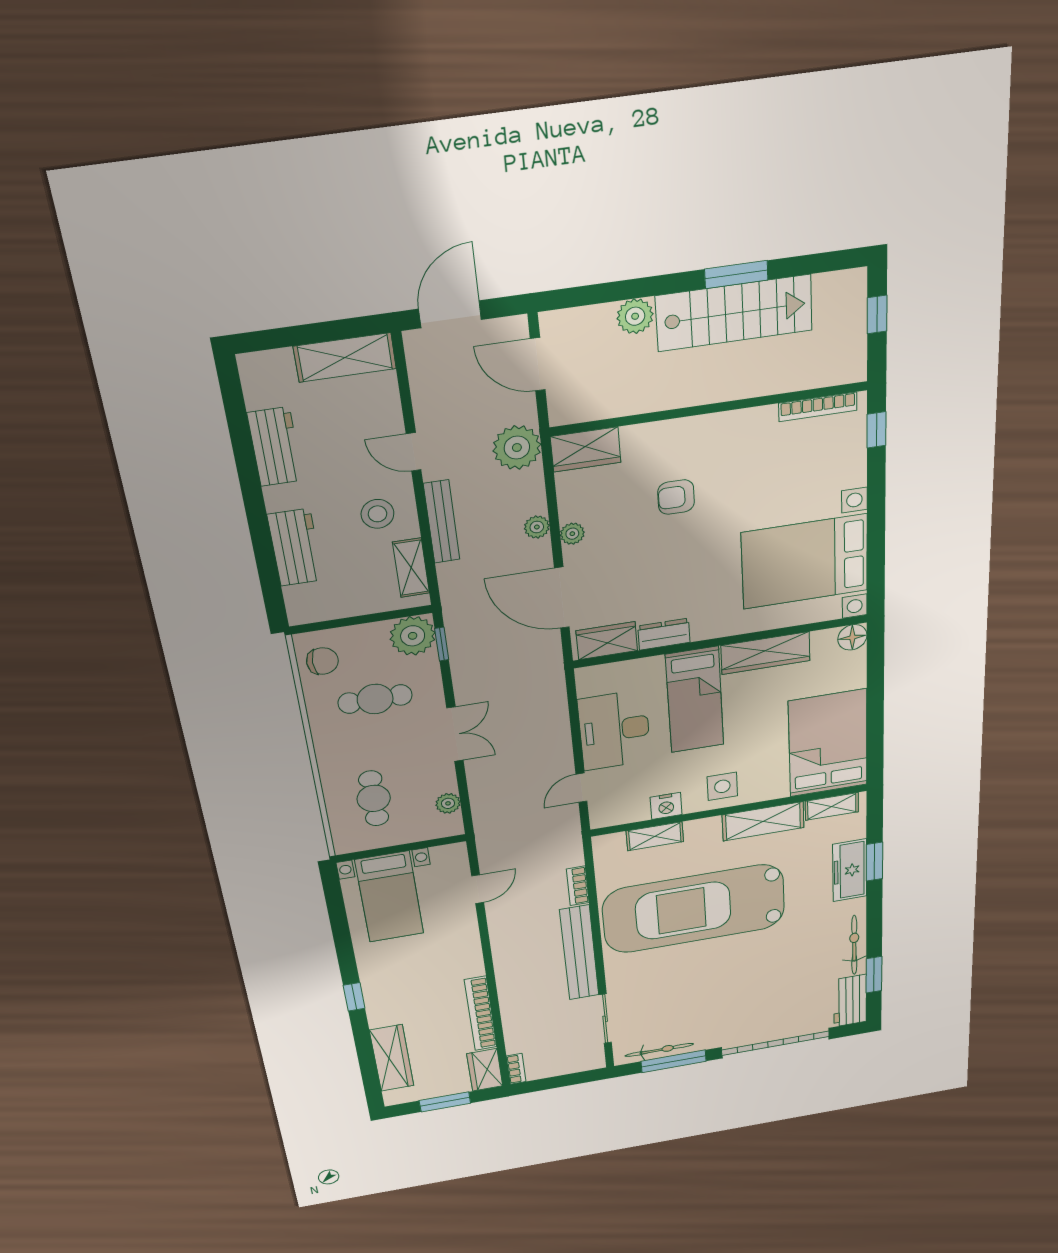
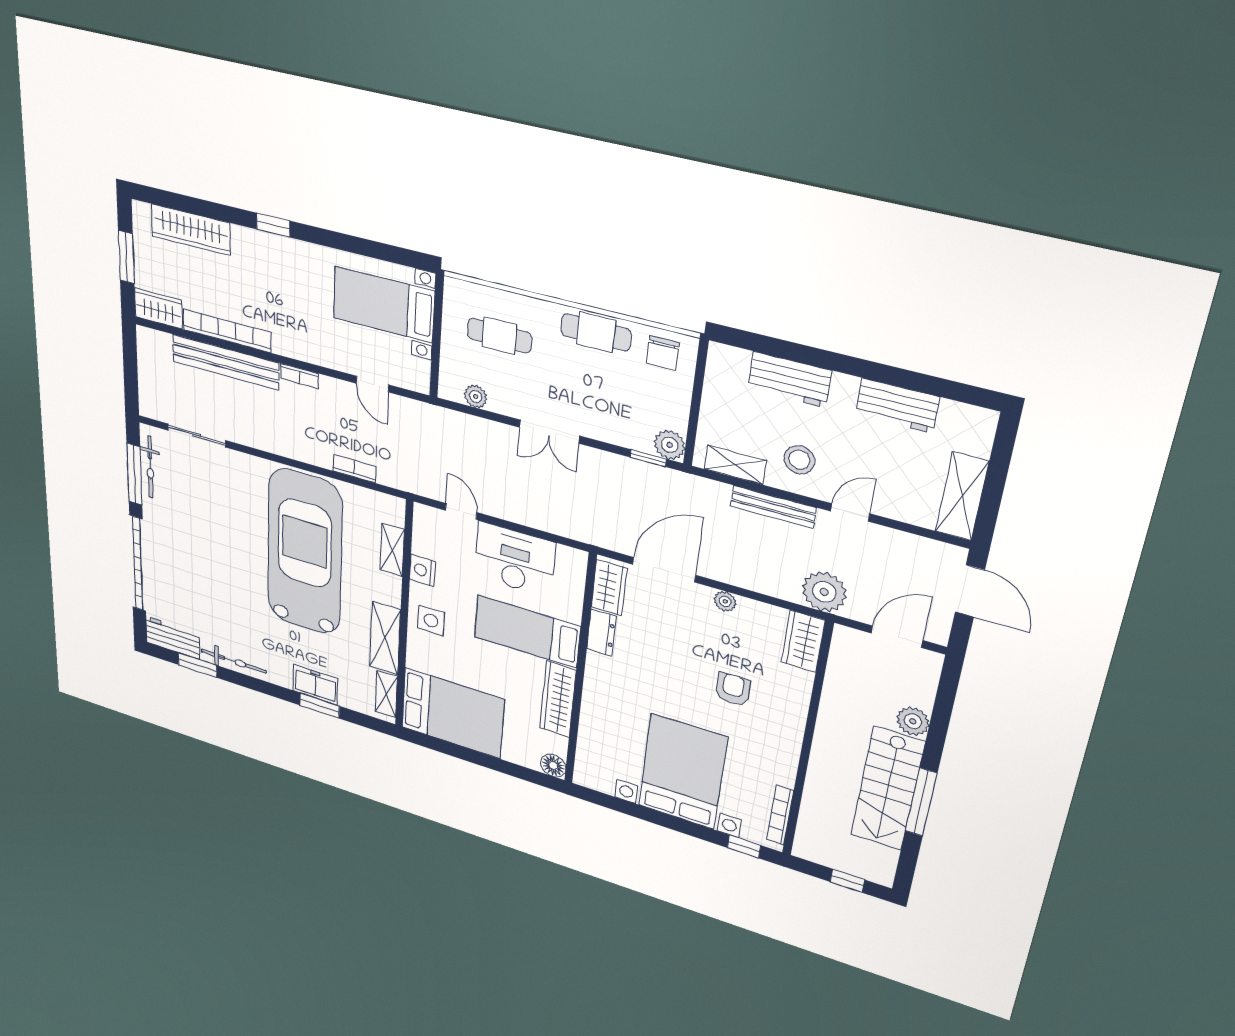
window: (736, 275) -> (921, 802), width x1.44
plant: (537, 527) -> (741, 577), removed
bed with nightstands: (805, 562) -> (683, 772), moved
plant: (413, 636) -> (670, 445), width x0.73, depth x0.73
cafe table: (375, 699) -> (596, 332), moved, turned 90
freezer: (850, 870) -> (315, 685), width x0.71
bench: (579, 953) -> (226, 362), moved
bookcase: (516, 1069) -> (299, 376), moved

